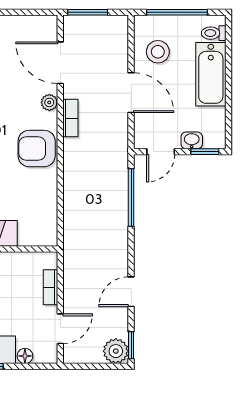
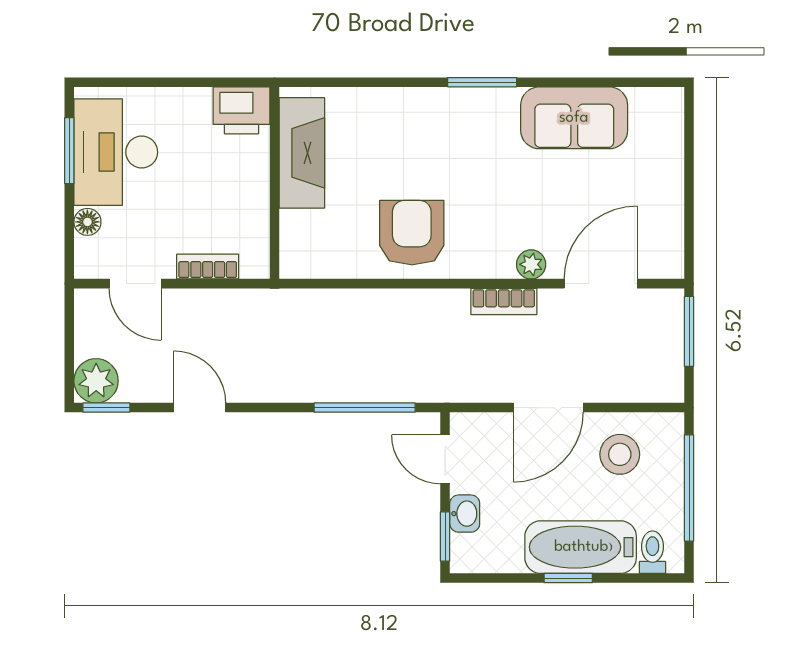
window: (228, 81) -> (568, 578), added
armchair: (37, 149) -> (412, 233), moved

